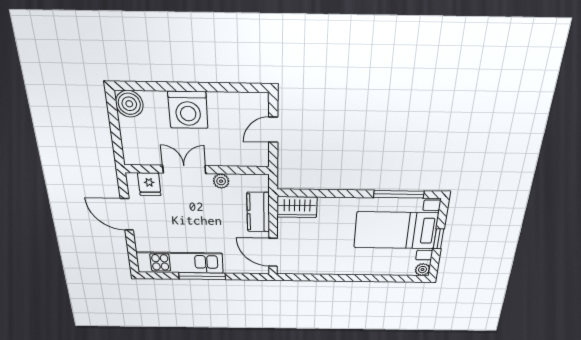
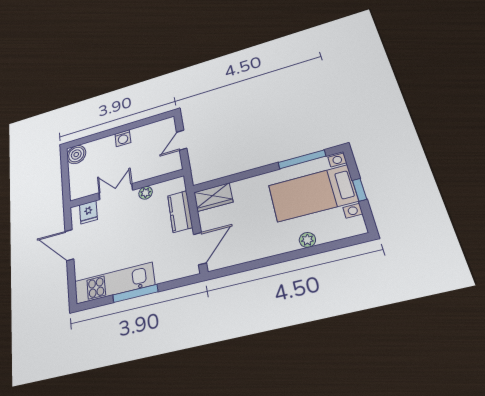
washing machine: (188, 110) -> (123, 138), width x0.53, depth x0.53
door: (273, 252) -> (200, 248), swing flipped
plant: (422, 270) -> (307, 240), moved

